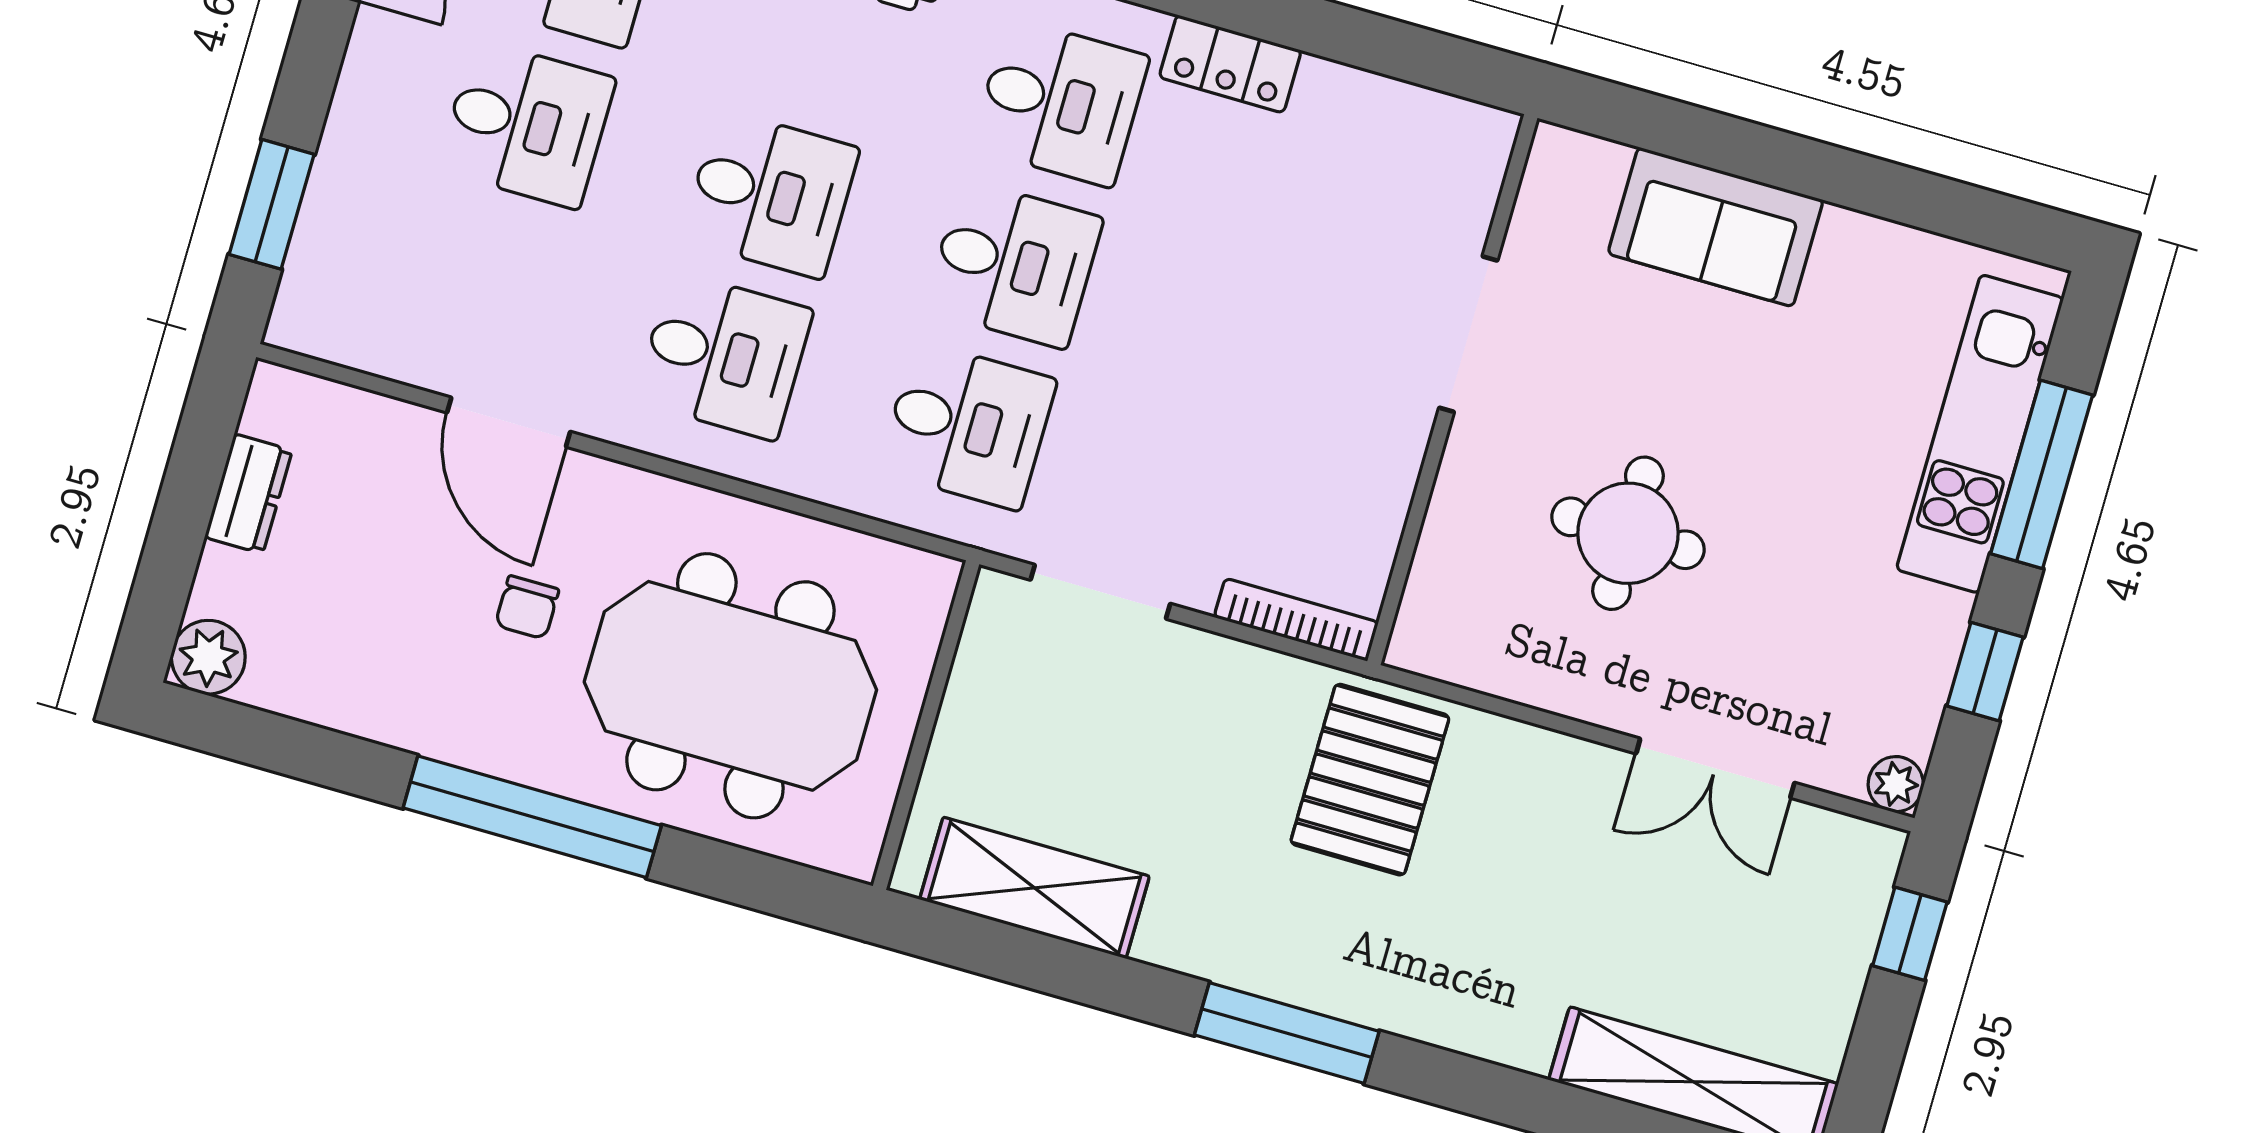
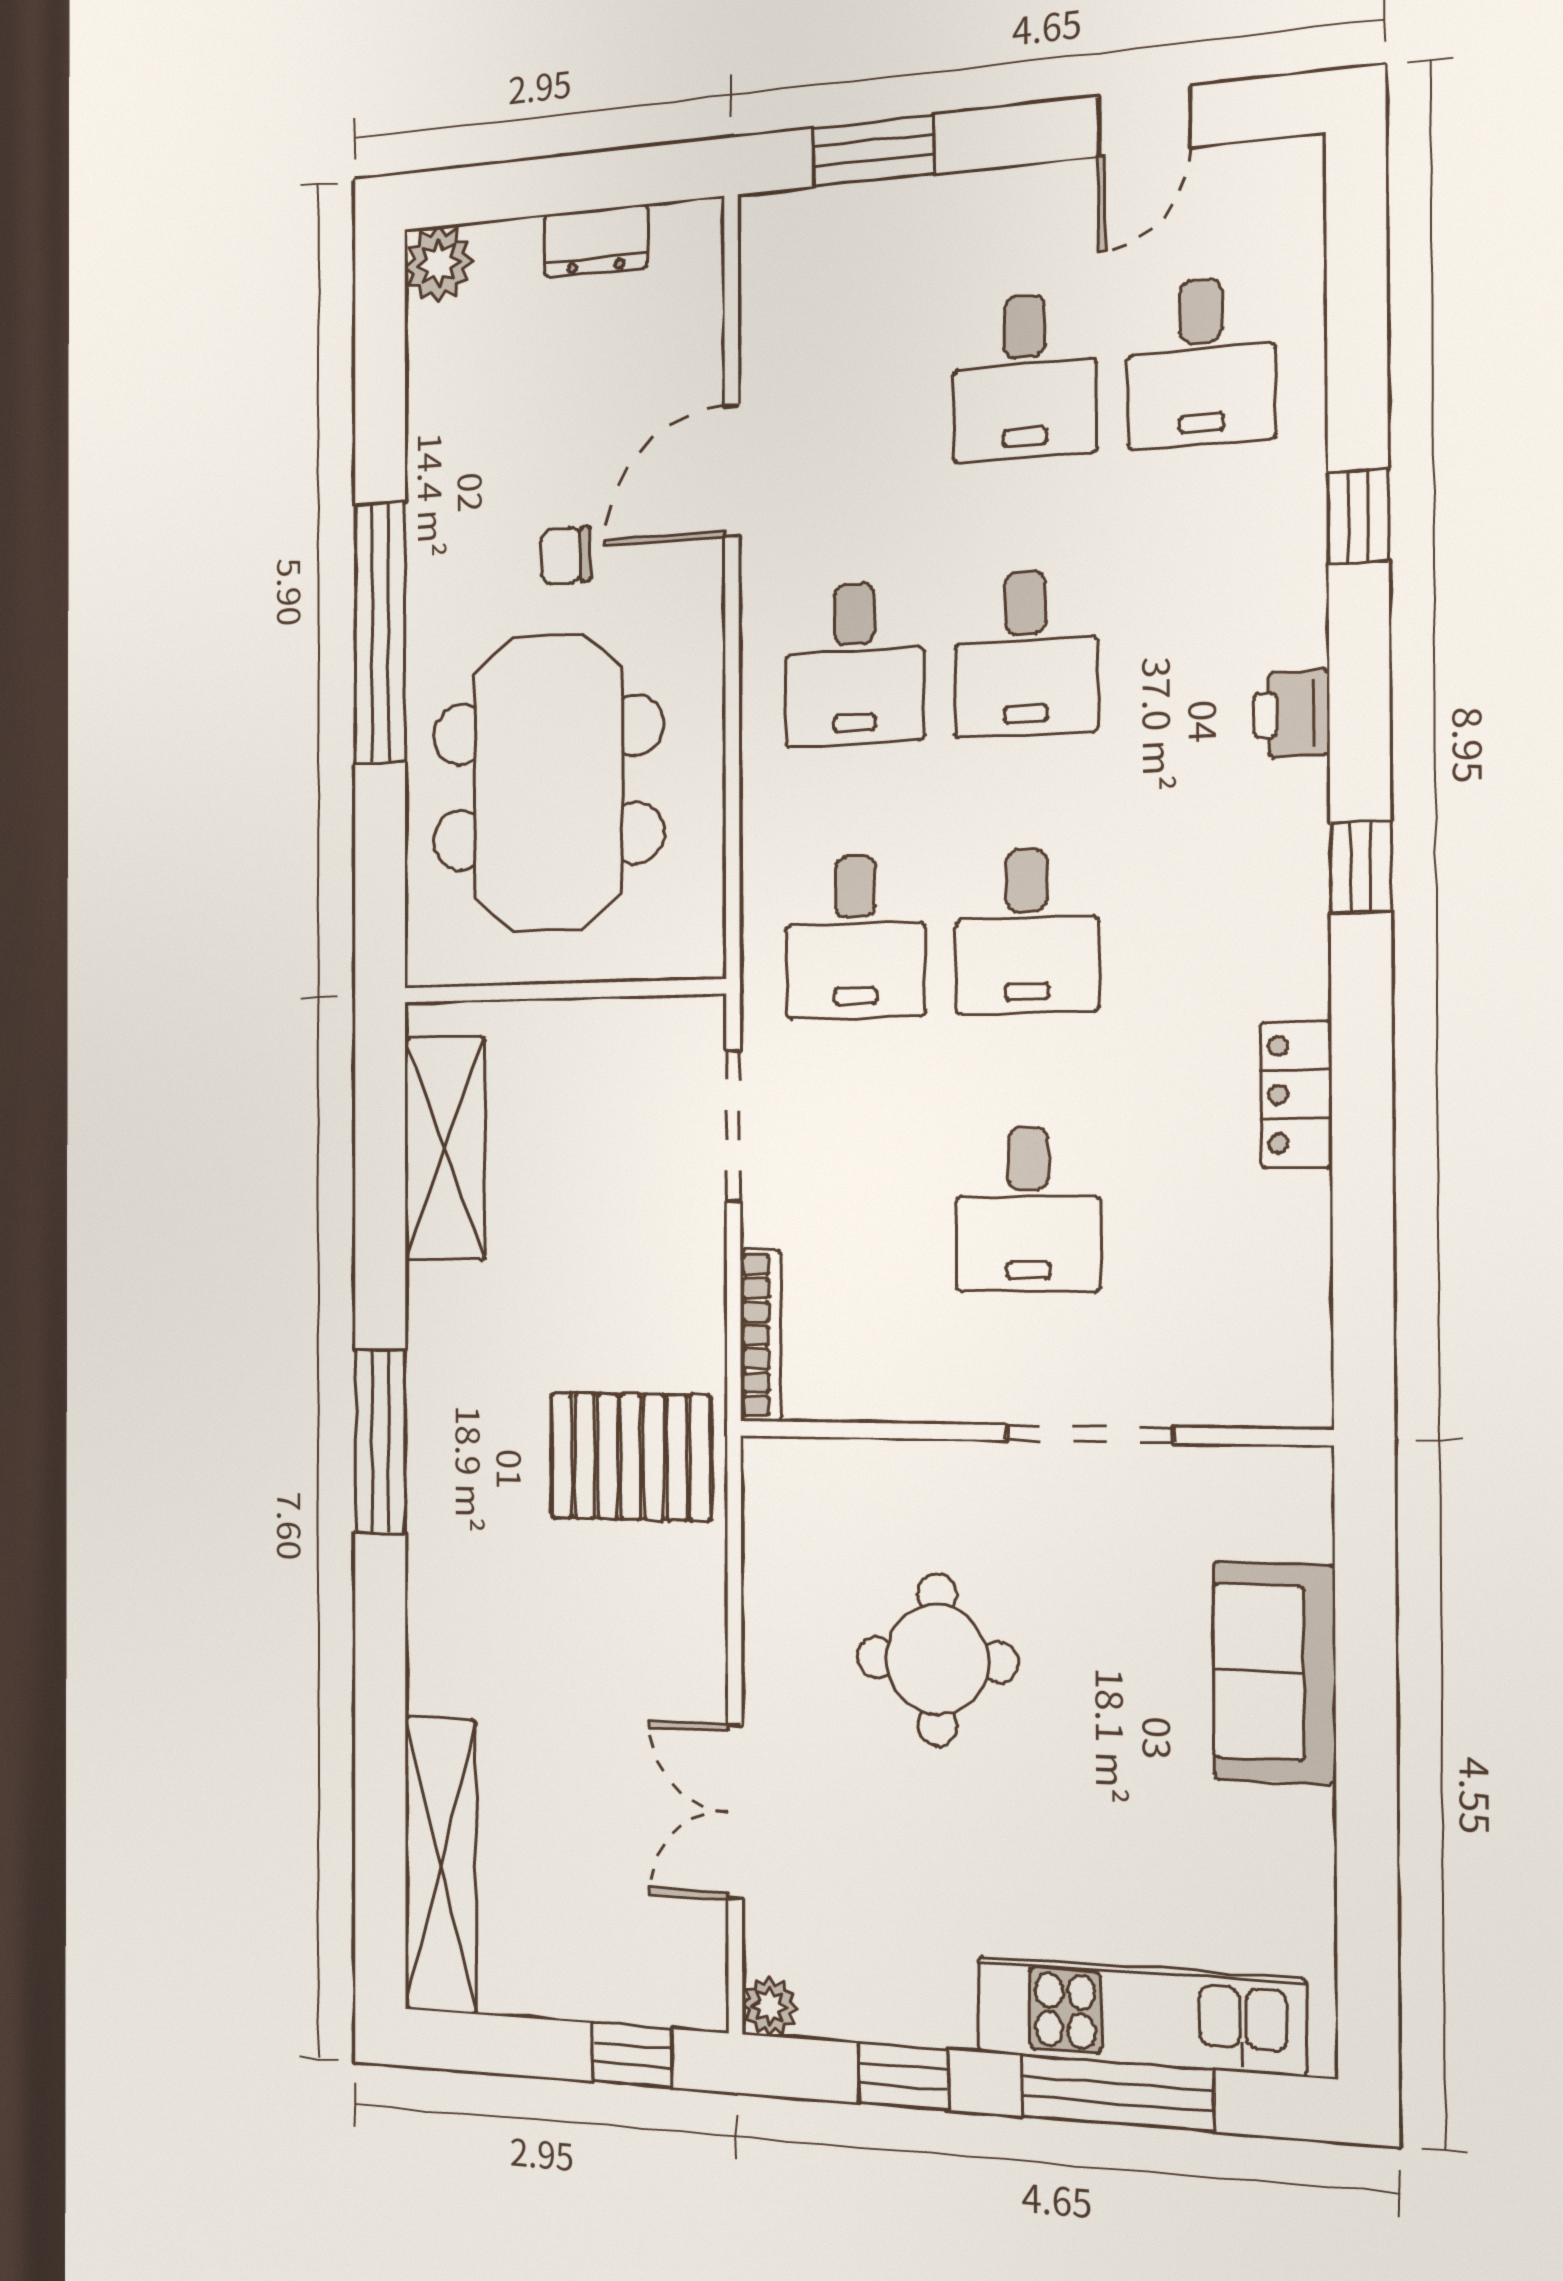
desk: (1060, 102) -> (1028, 1209), moved

